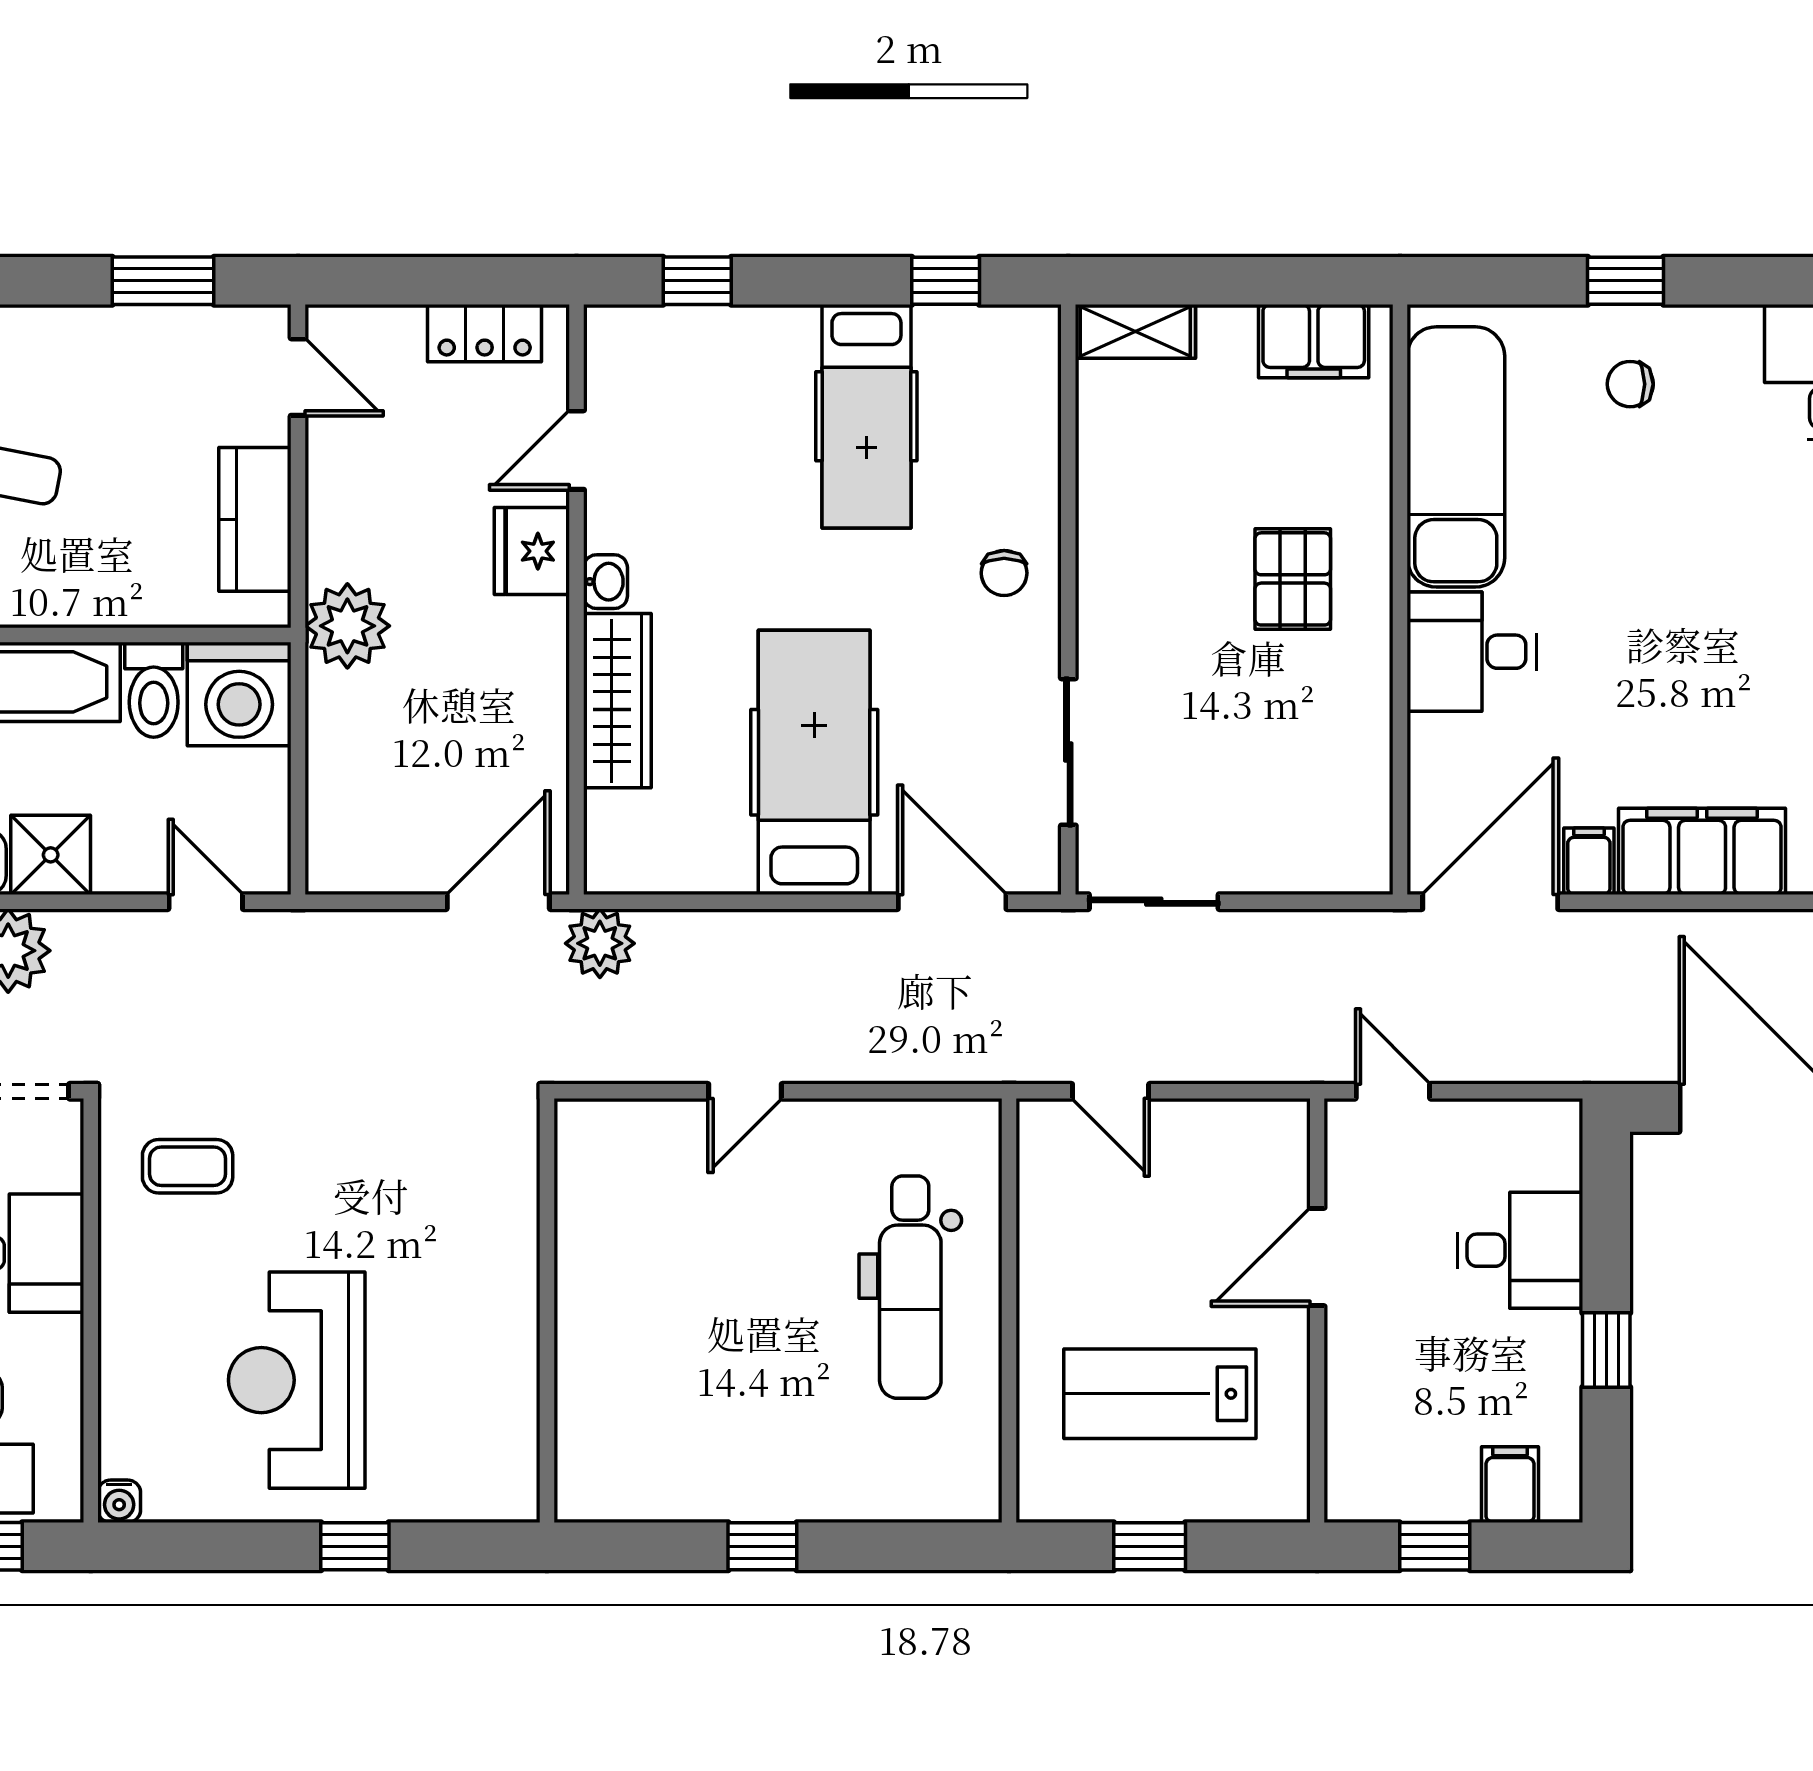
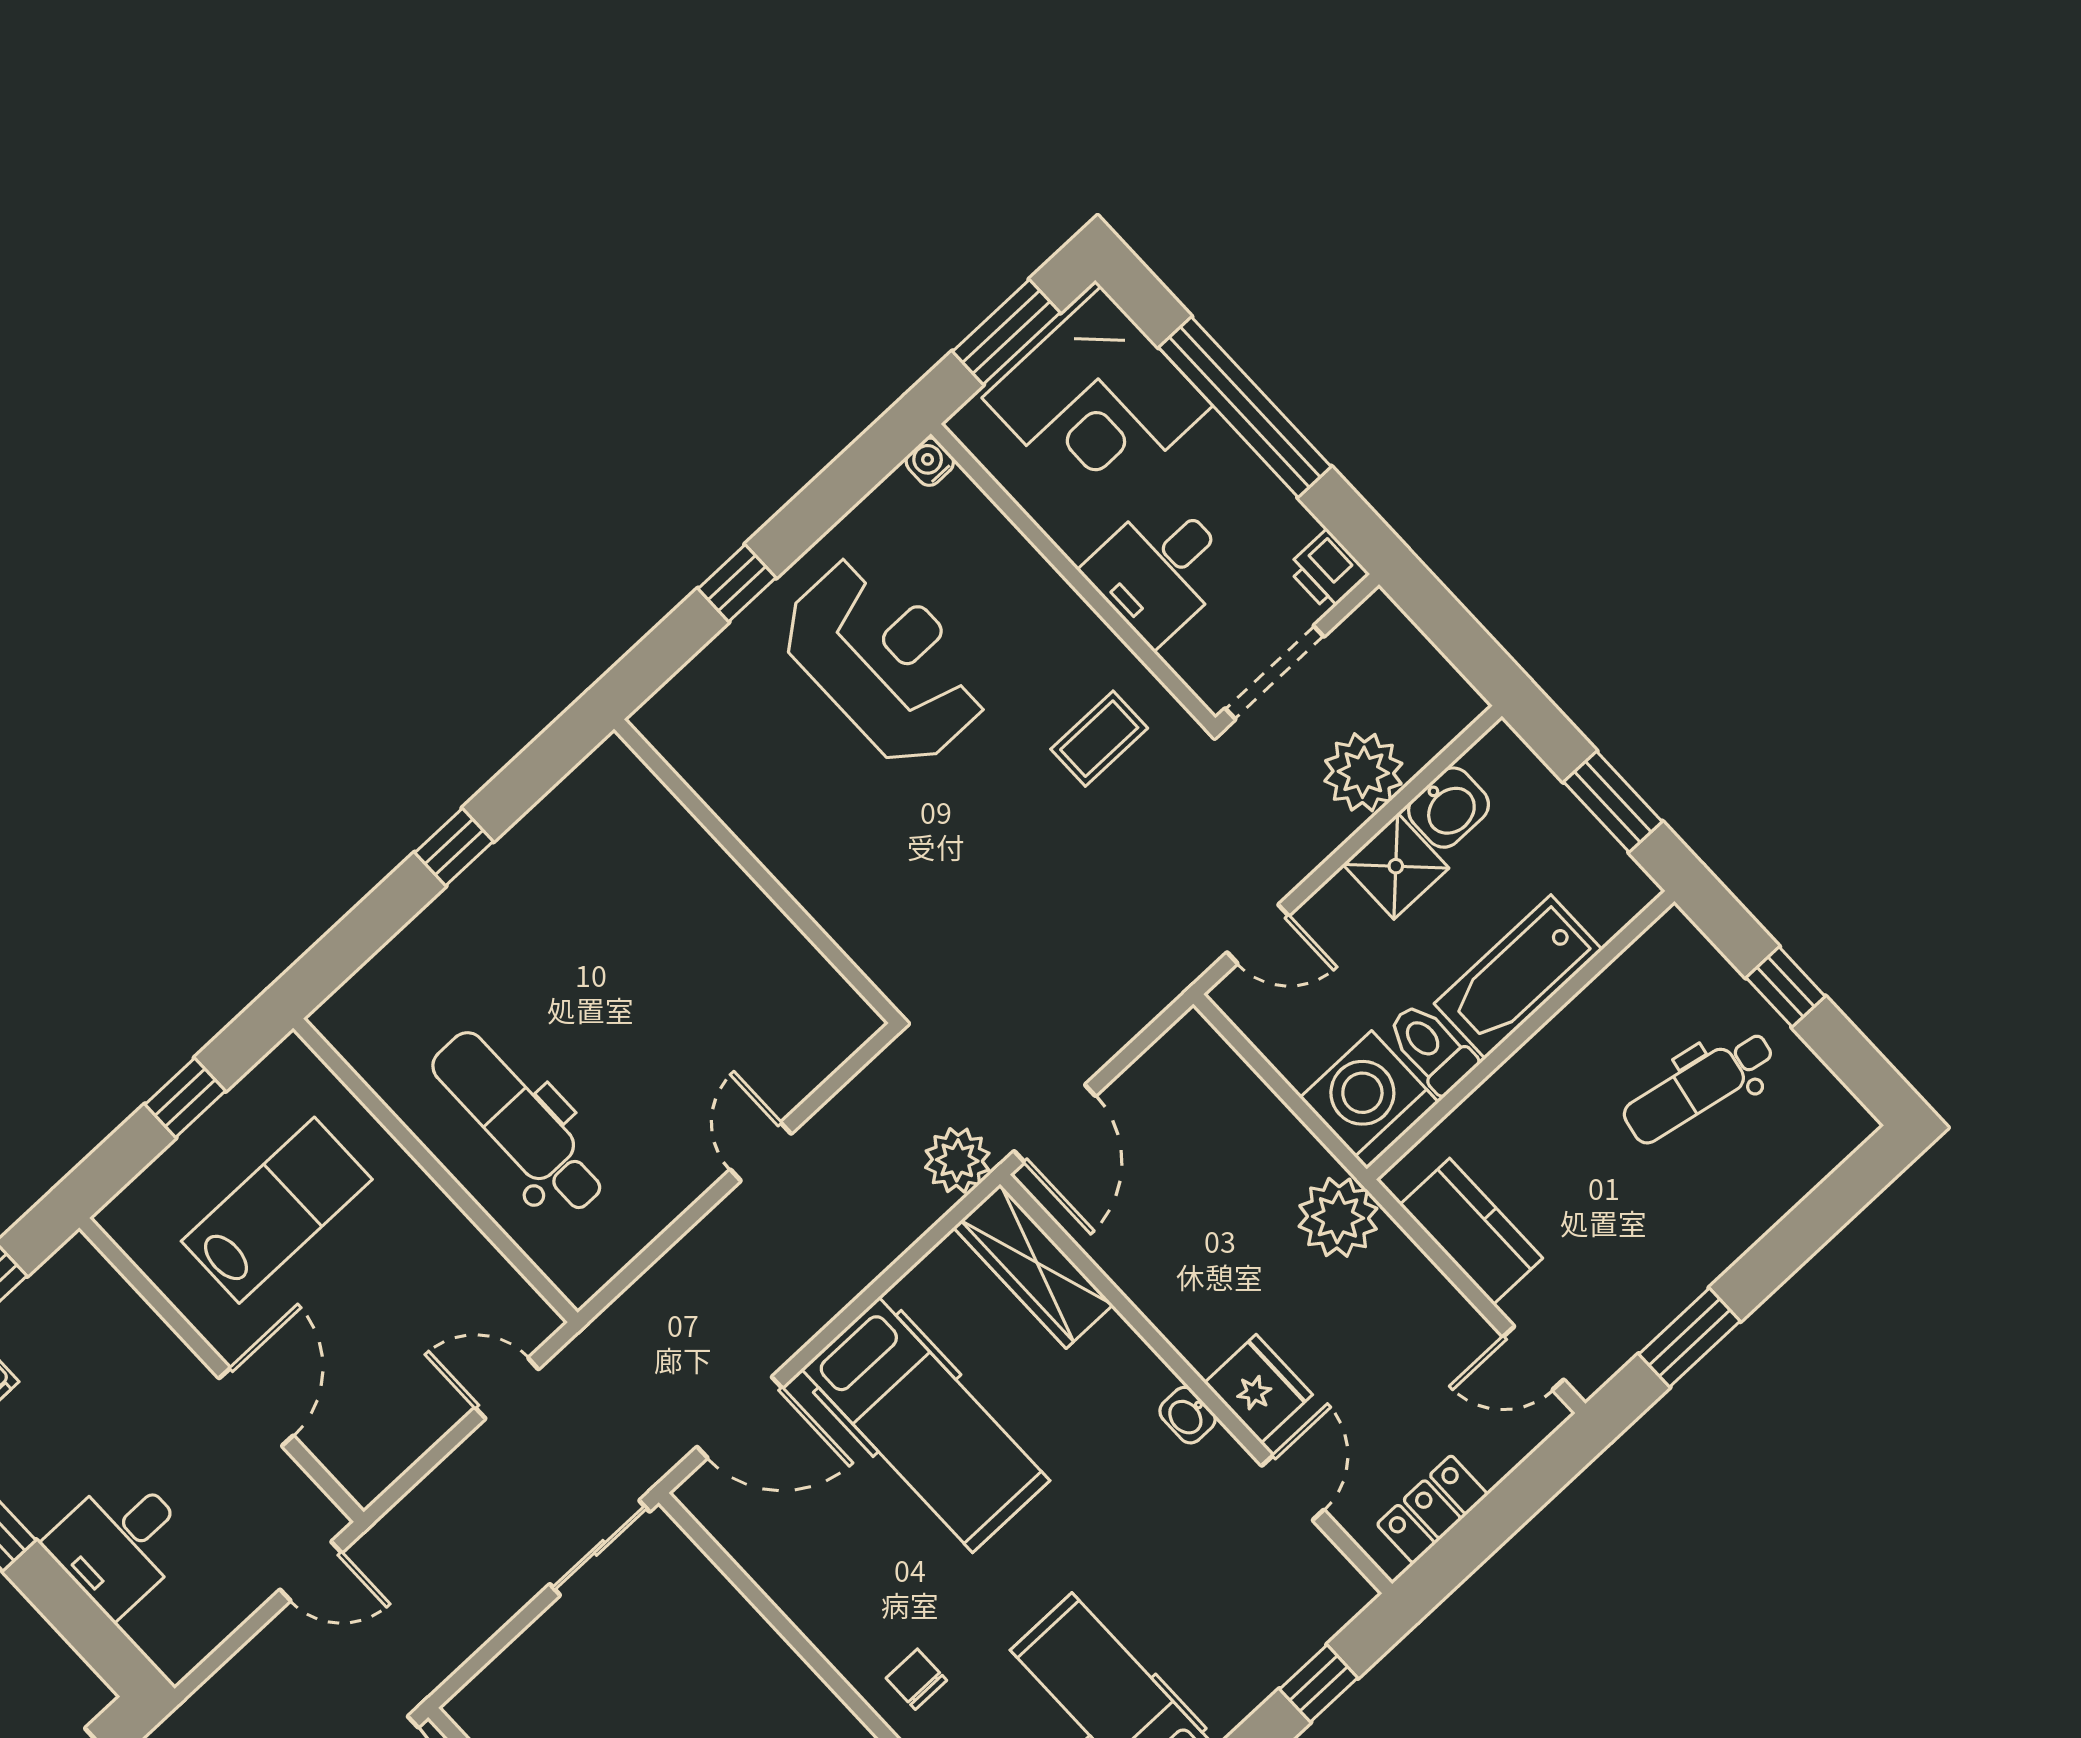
wardrobe: (617, 701) -> (1033, 1266), moved
sliding door: (1068, 752) -> (756, 1597), removed

